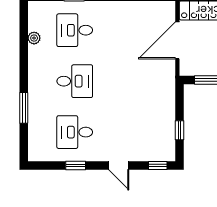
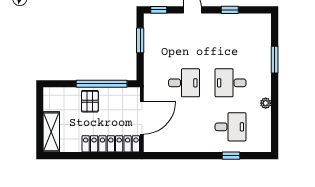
plant: (34, 38) -> (266, 103), moved
window: (180, 130) -> (140, 40), width x1.50
desk: (75, 132) -> (184, 83), moved

